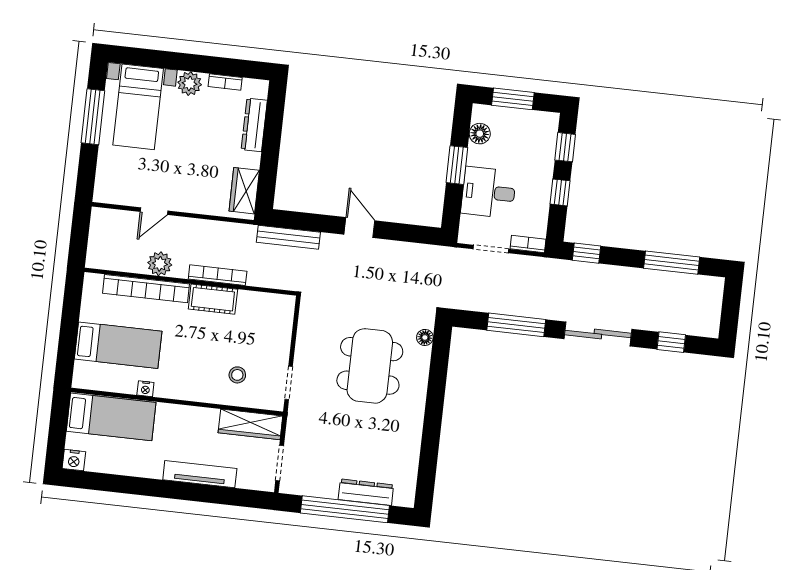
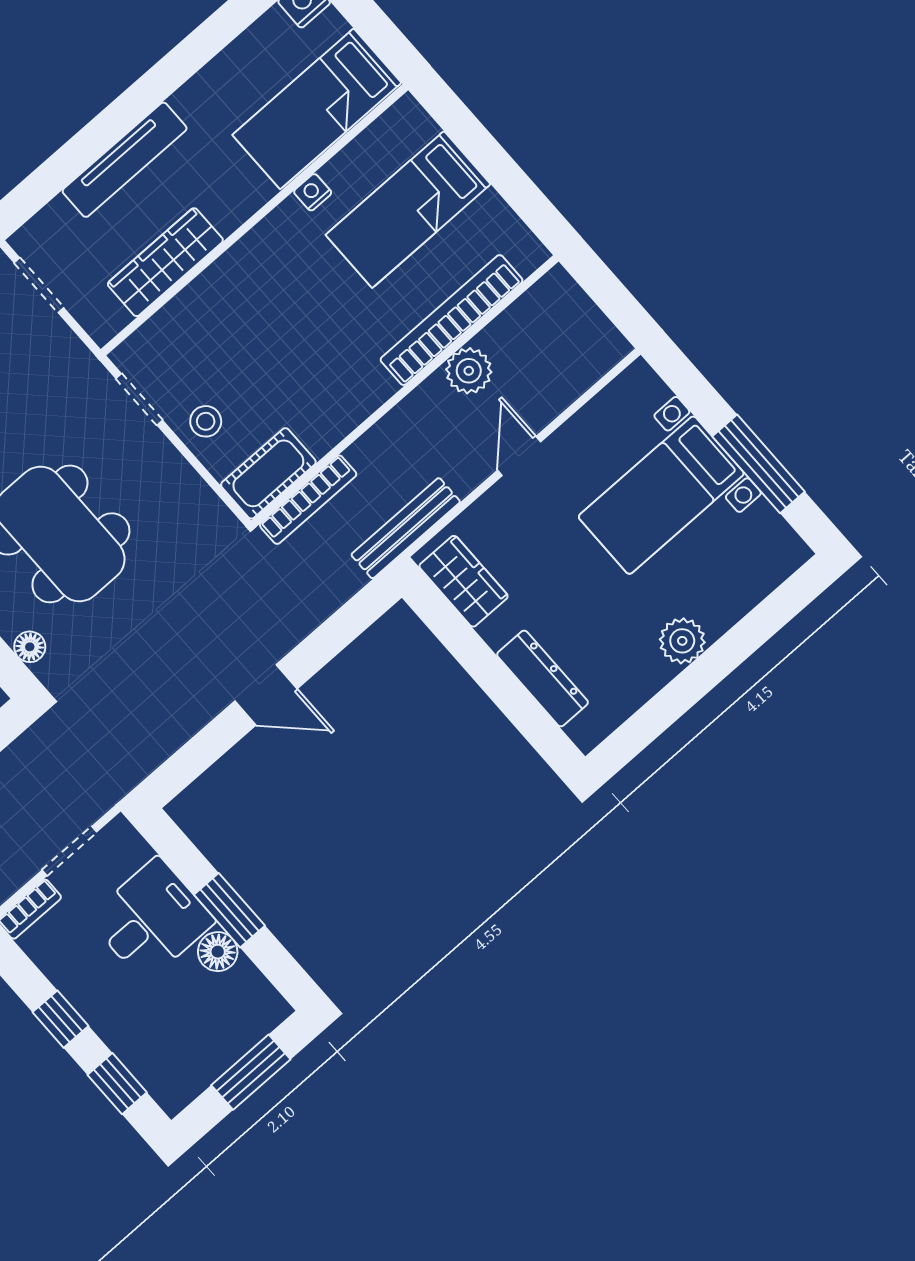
bookcase: (225, 82) -> (639, 692), removed
bed with nightstands: (138, 107) -> (661, 495), moved, turned -90
floor lamp: (480, 134) -> (218, 952), moved
door: (154, 211) -> (519, 456), moved
bench: (288, 237) -> (406, 528), moved
bookcase: (218, 275) -> (308, 500), moved
cot: (213, 299) -> (268, 473), moved
stool: (237, 375) -> (206, 421), moved
wardrobe: (250, 424) -> (165, 262), moved

